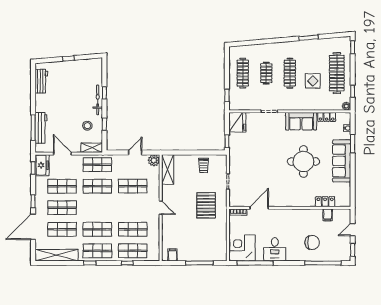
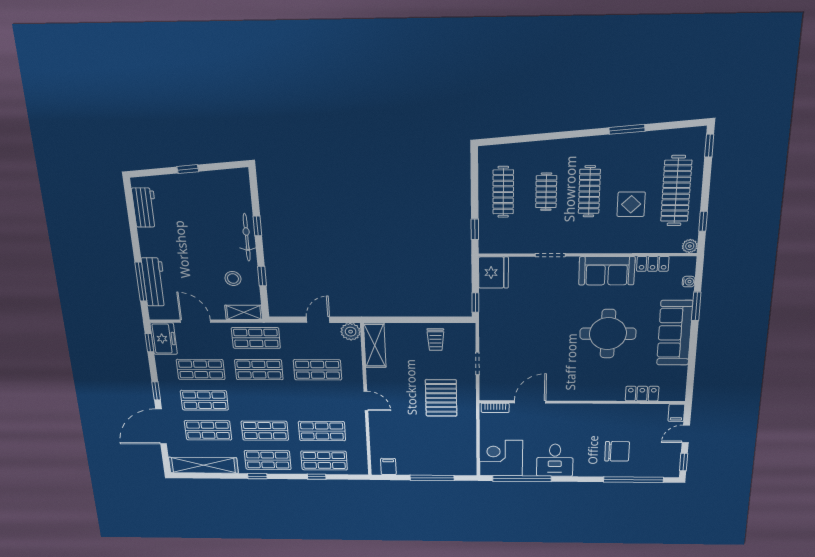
filing cabinet: (328, 215) -> (676, 413), moved

